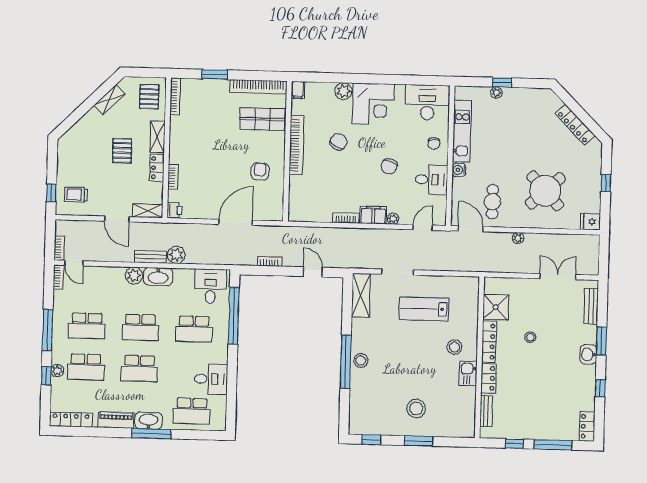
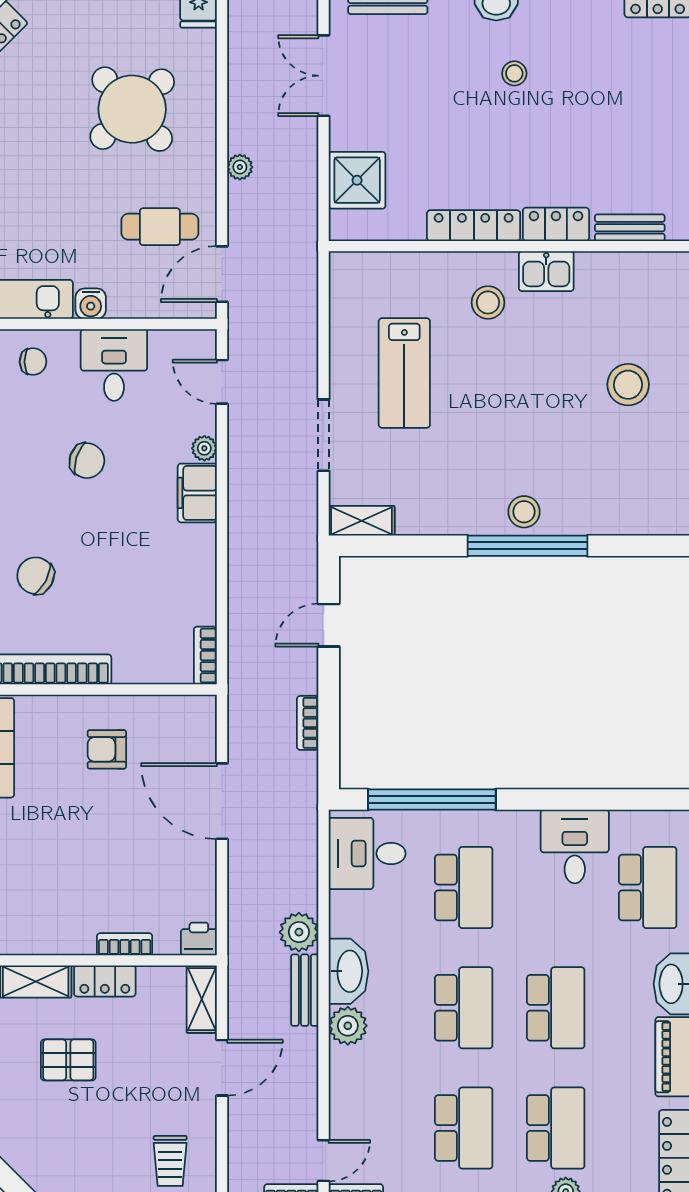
bookcase: (346, 218) -> (205, 656), moved
shelving: (361, 295) -> (362, 521), width x0.67, depth x0.75
shower: (496, 307) -> (357, 180), moved
stool: (530, 337) -> (514, 73), moved

